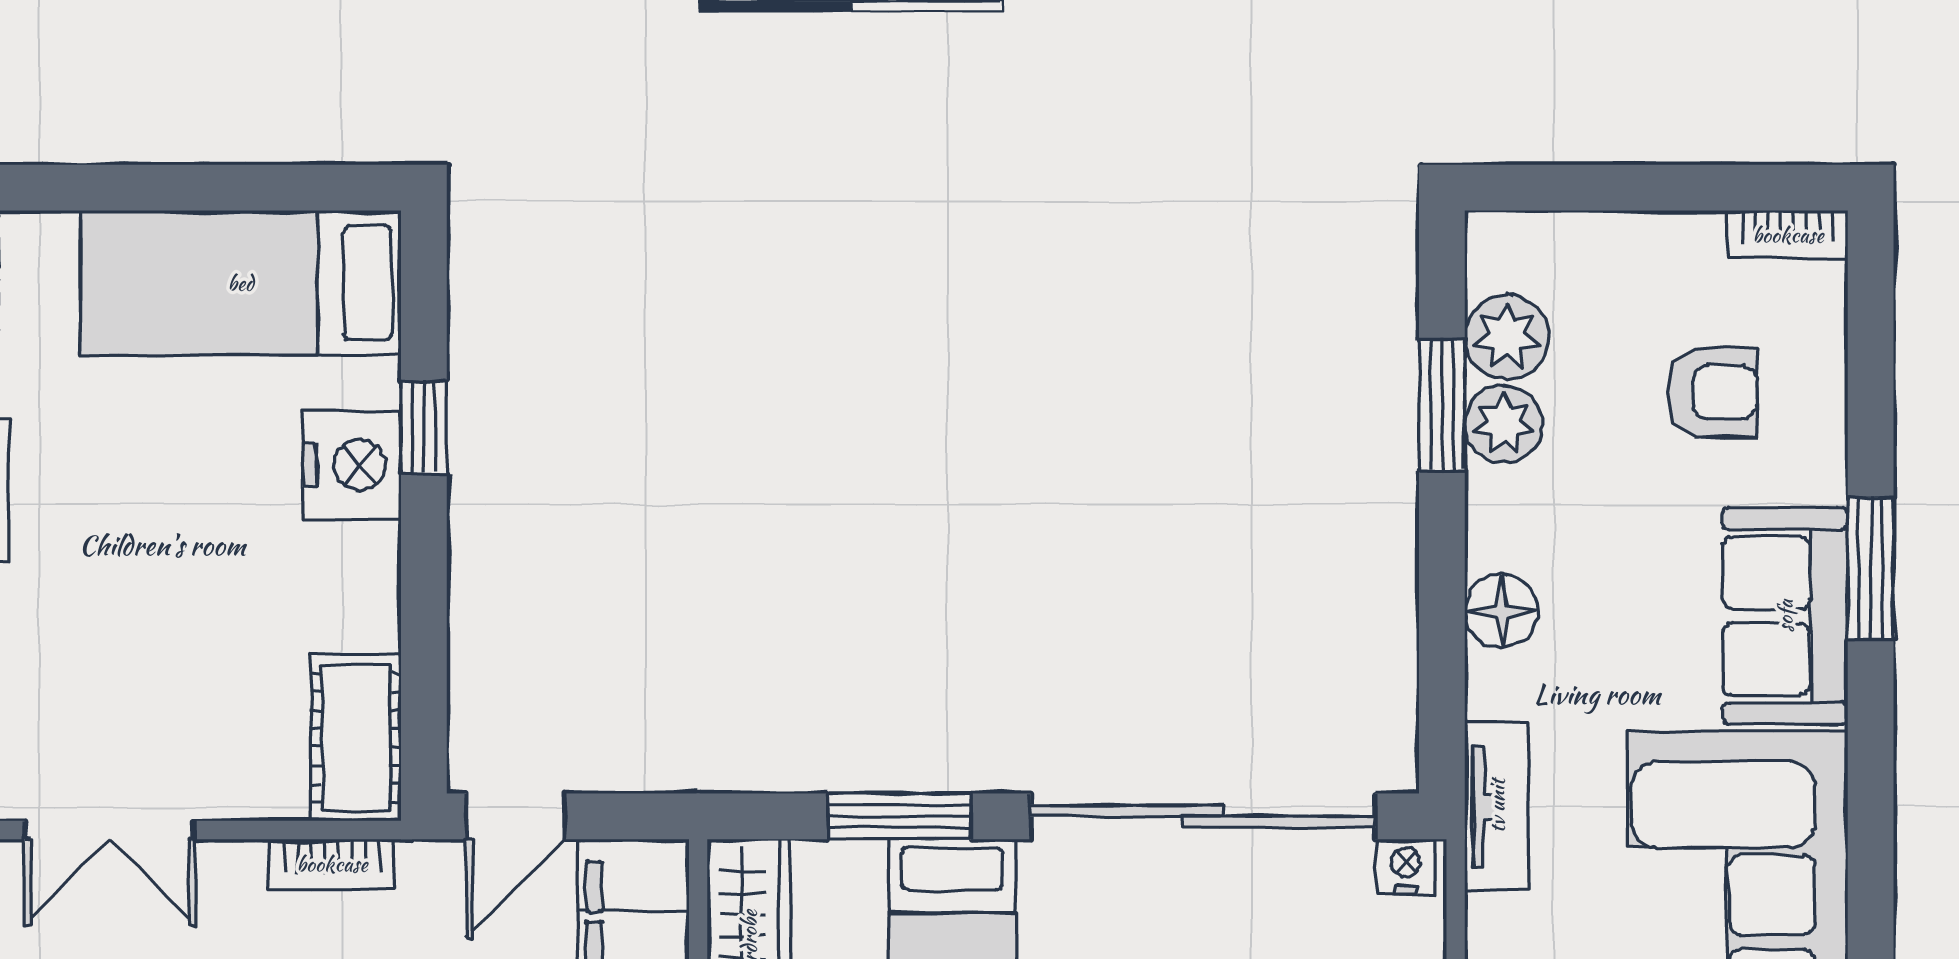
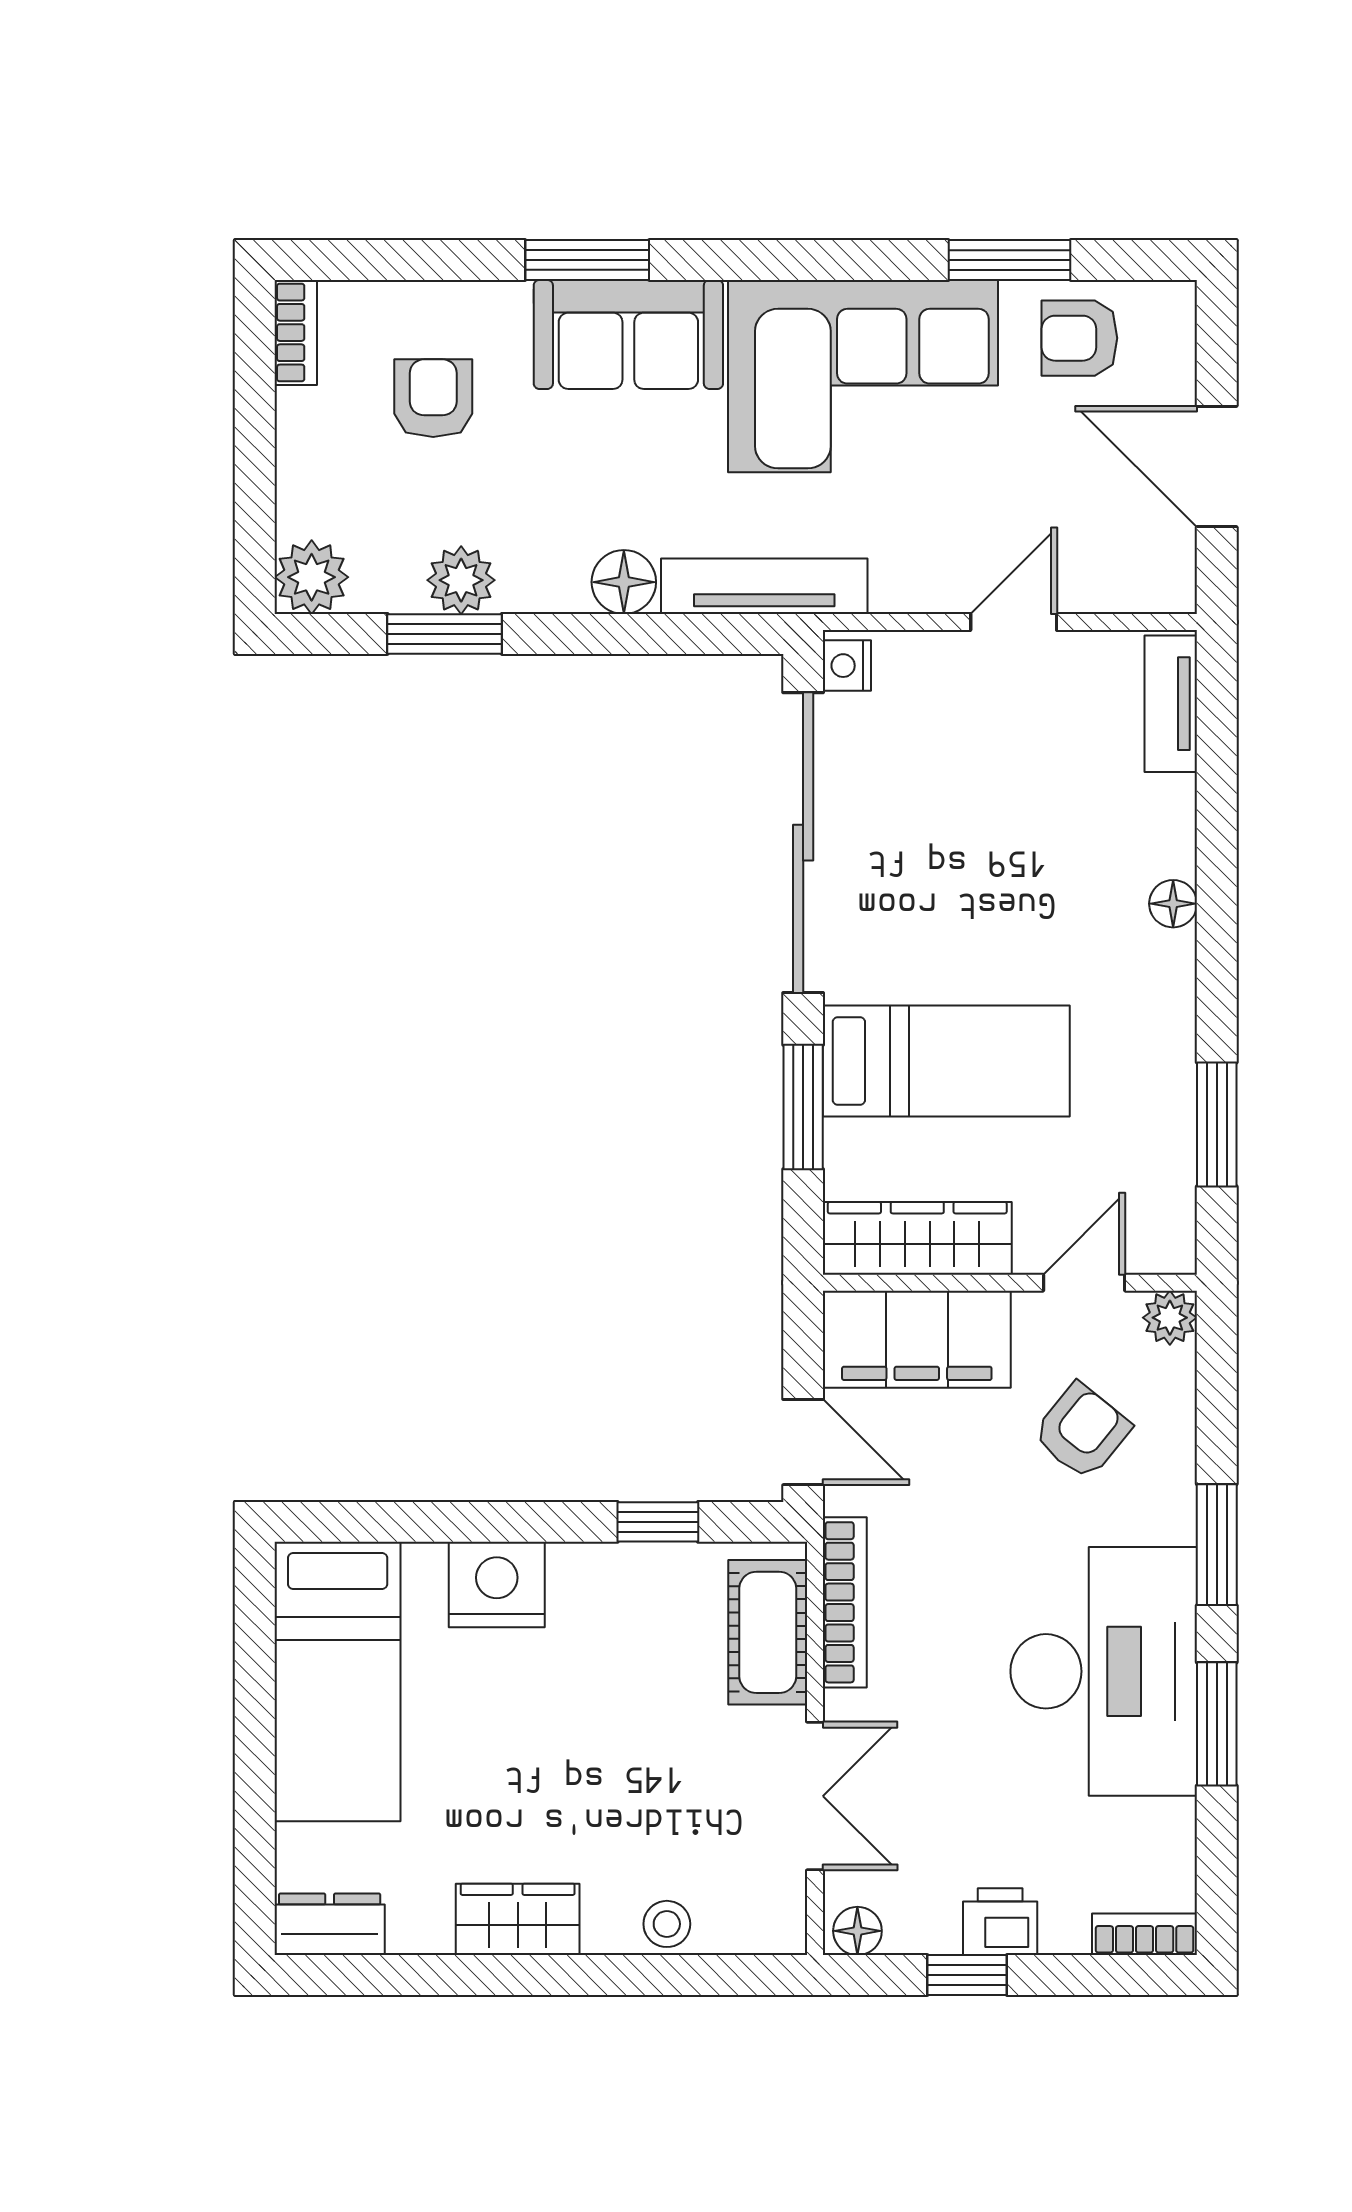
plant: (1507, 337) -> (312, 577), moved
window: (424, 427) -> (658, 1522), moved
cot: (356, 738) -> (768, 1632), moved, turned 90
tv unit: (1497, 806) -> (764, 586), width x1.41
bookcase: (332, 864) -> (845, 1602), width x1.56

